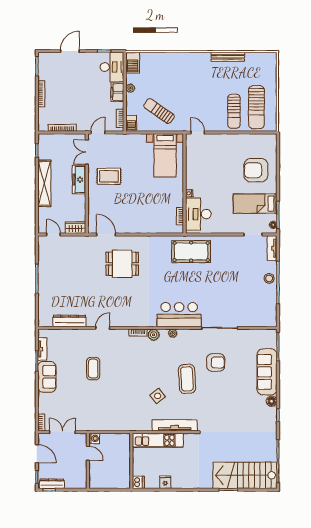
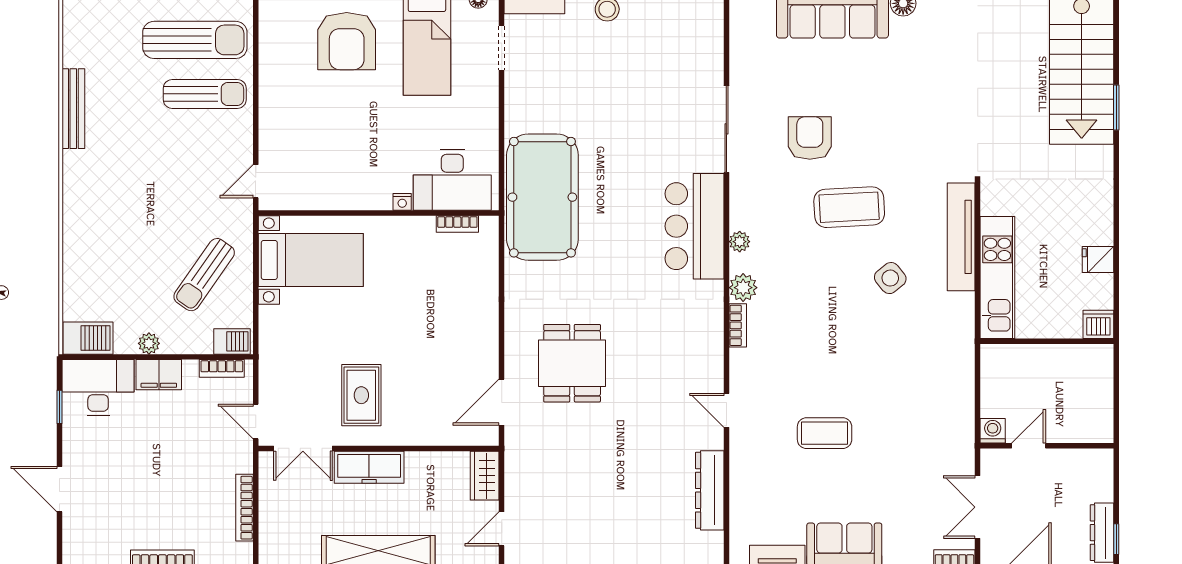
pool table: (191, 252) -> (542, 197), width x1.36, depth x1.32

